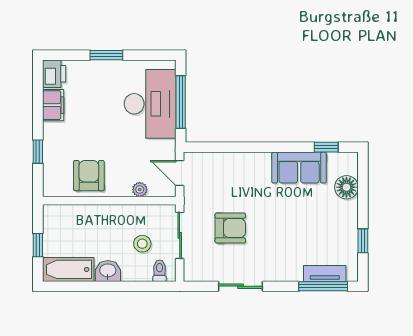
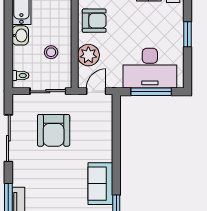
plant: (140, 190) -> (88, 55), width x1.88, depth x1.88
armchair: (230, 228) -> (54, 130), width x1.36, depth x1.36
stool: (142, 244) -> (51, 52), moved
sliding door: (241, 286) -> (8, 138), width x1.37

